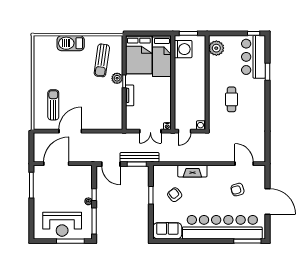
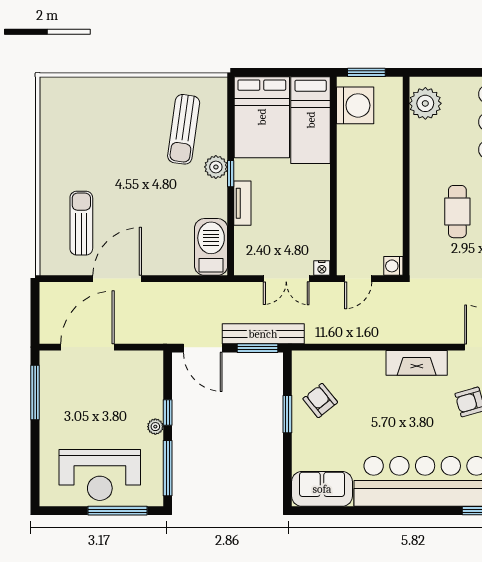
barbecue: (71, 43) -> (211, 247), moved, turned 90
fireplace: (192, 171) -> (417, 363), moved
armchair: (175, 195) -> (320, 400), moved

